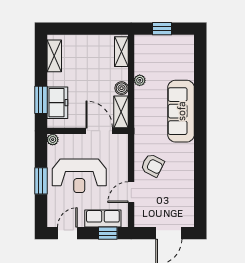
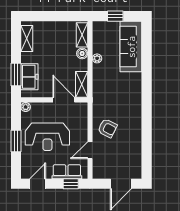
boiler: (122, 88) -> (82, 54), moved
sofa: (181, 111) -> (131, 47), moved

